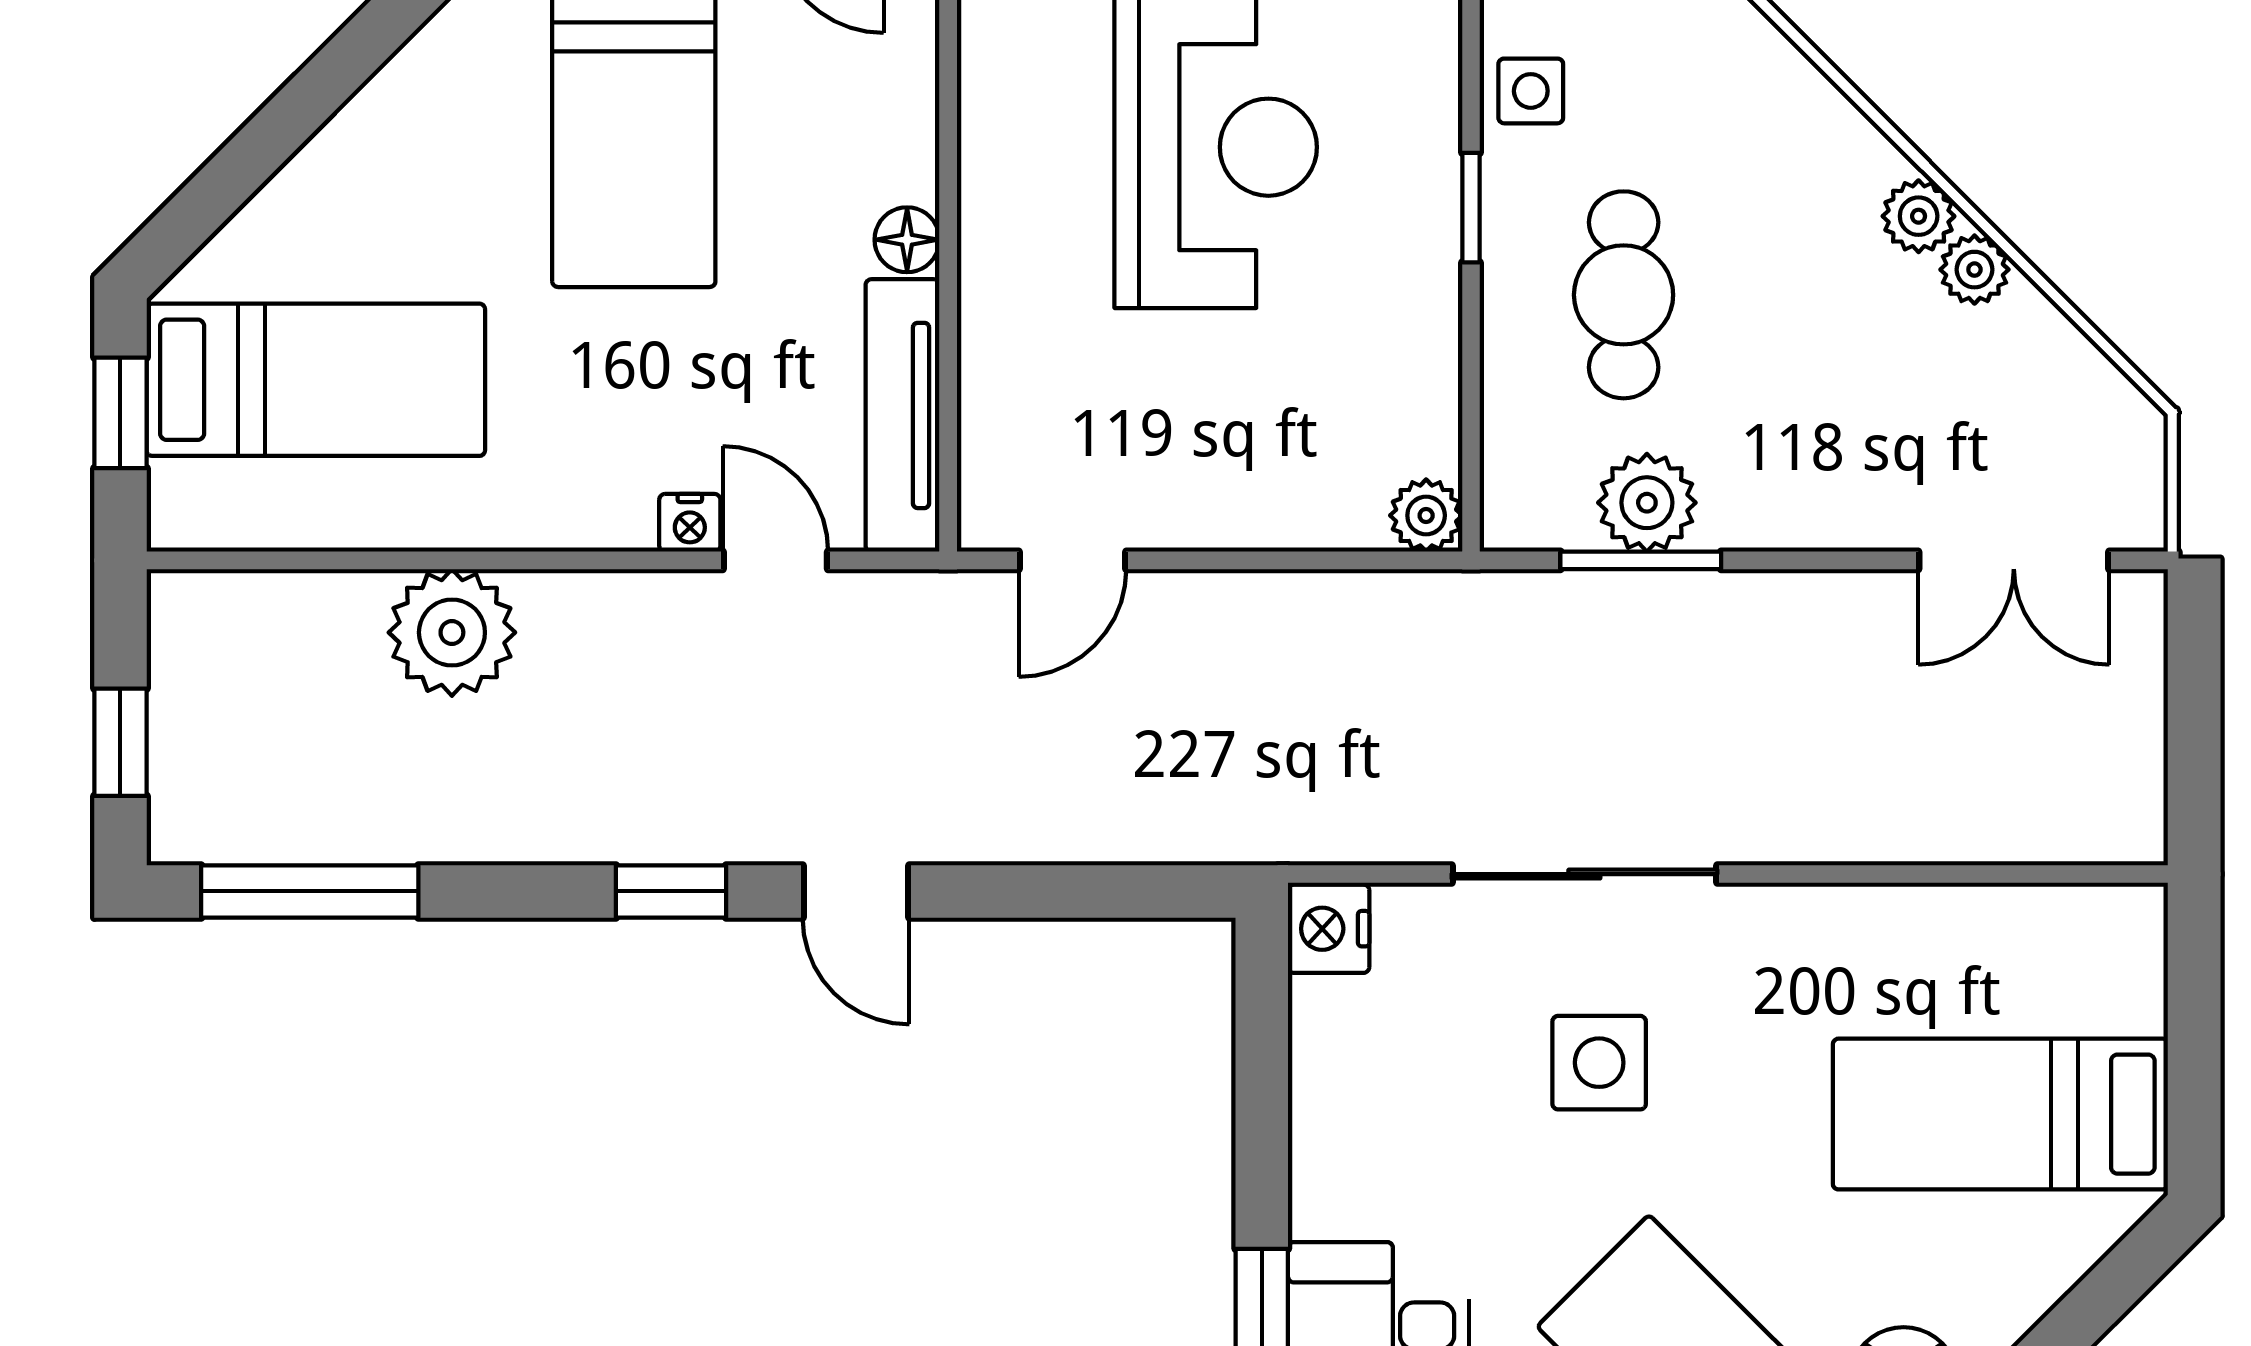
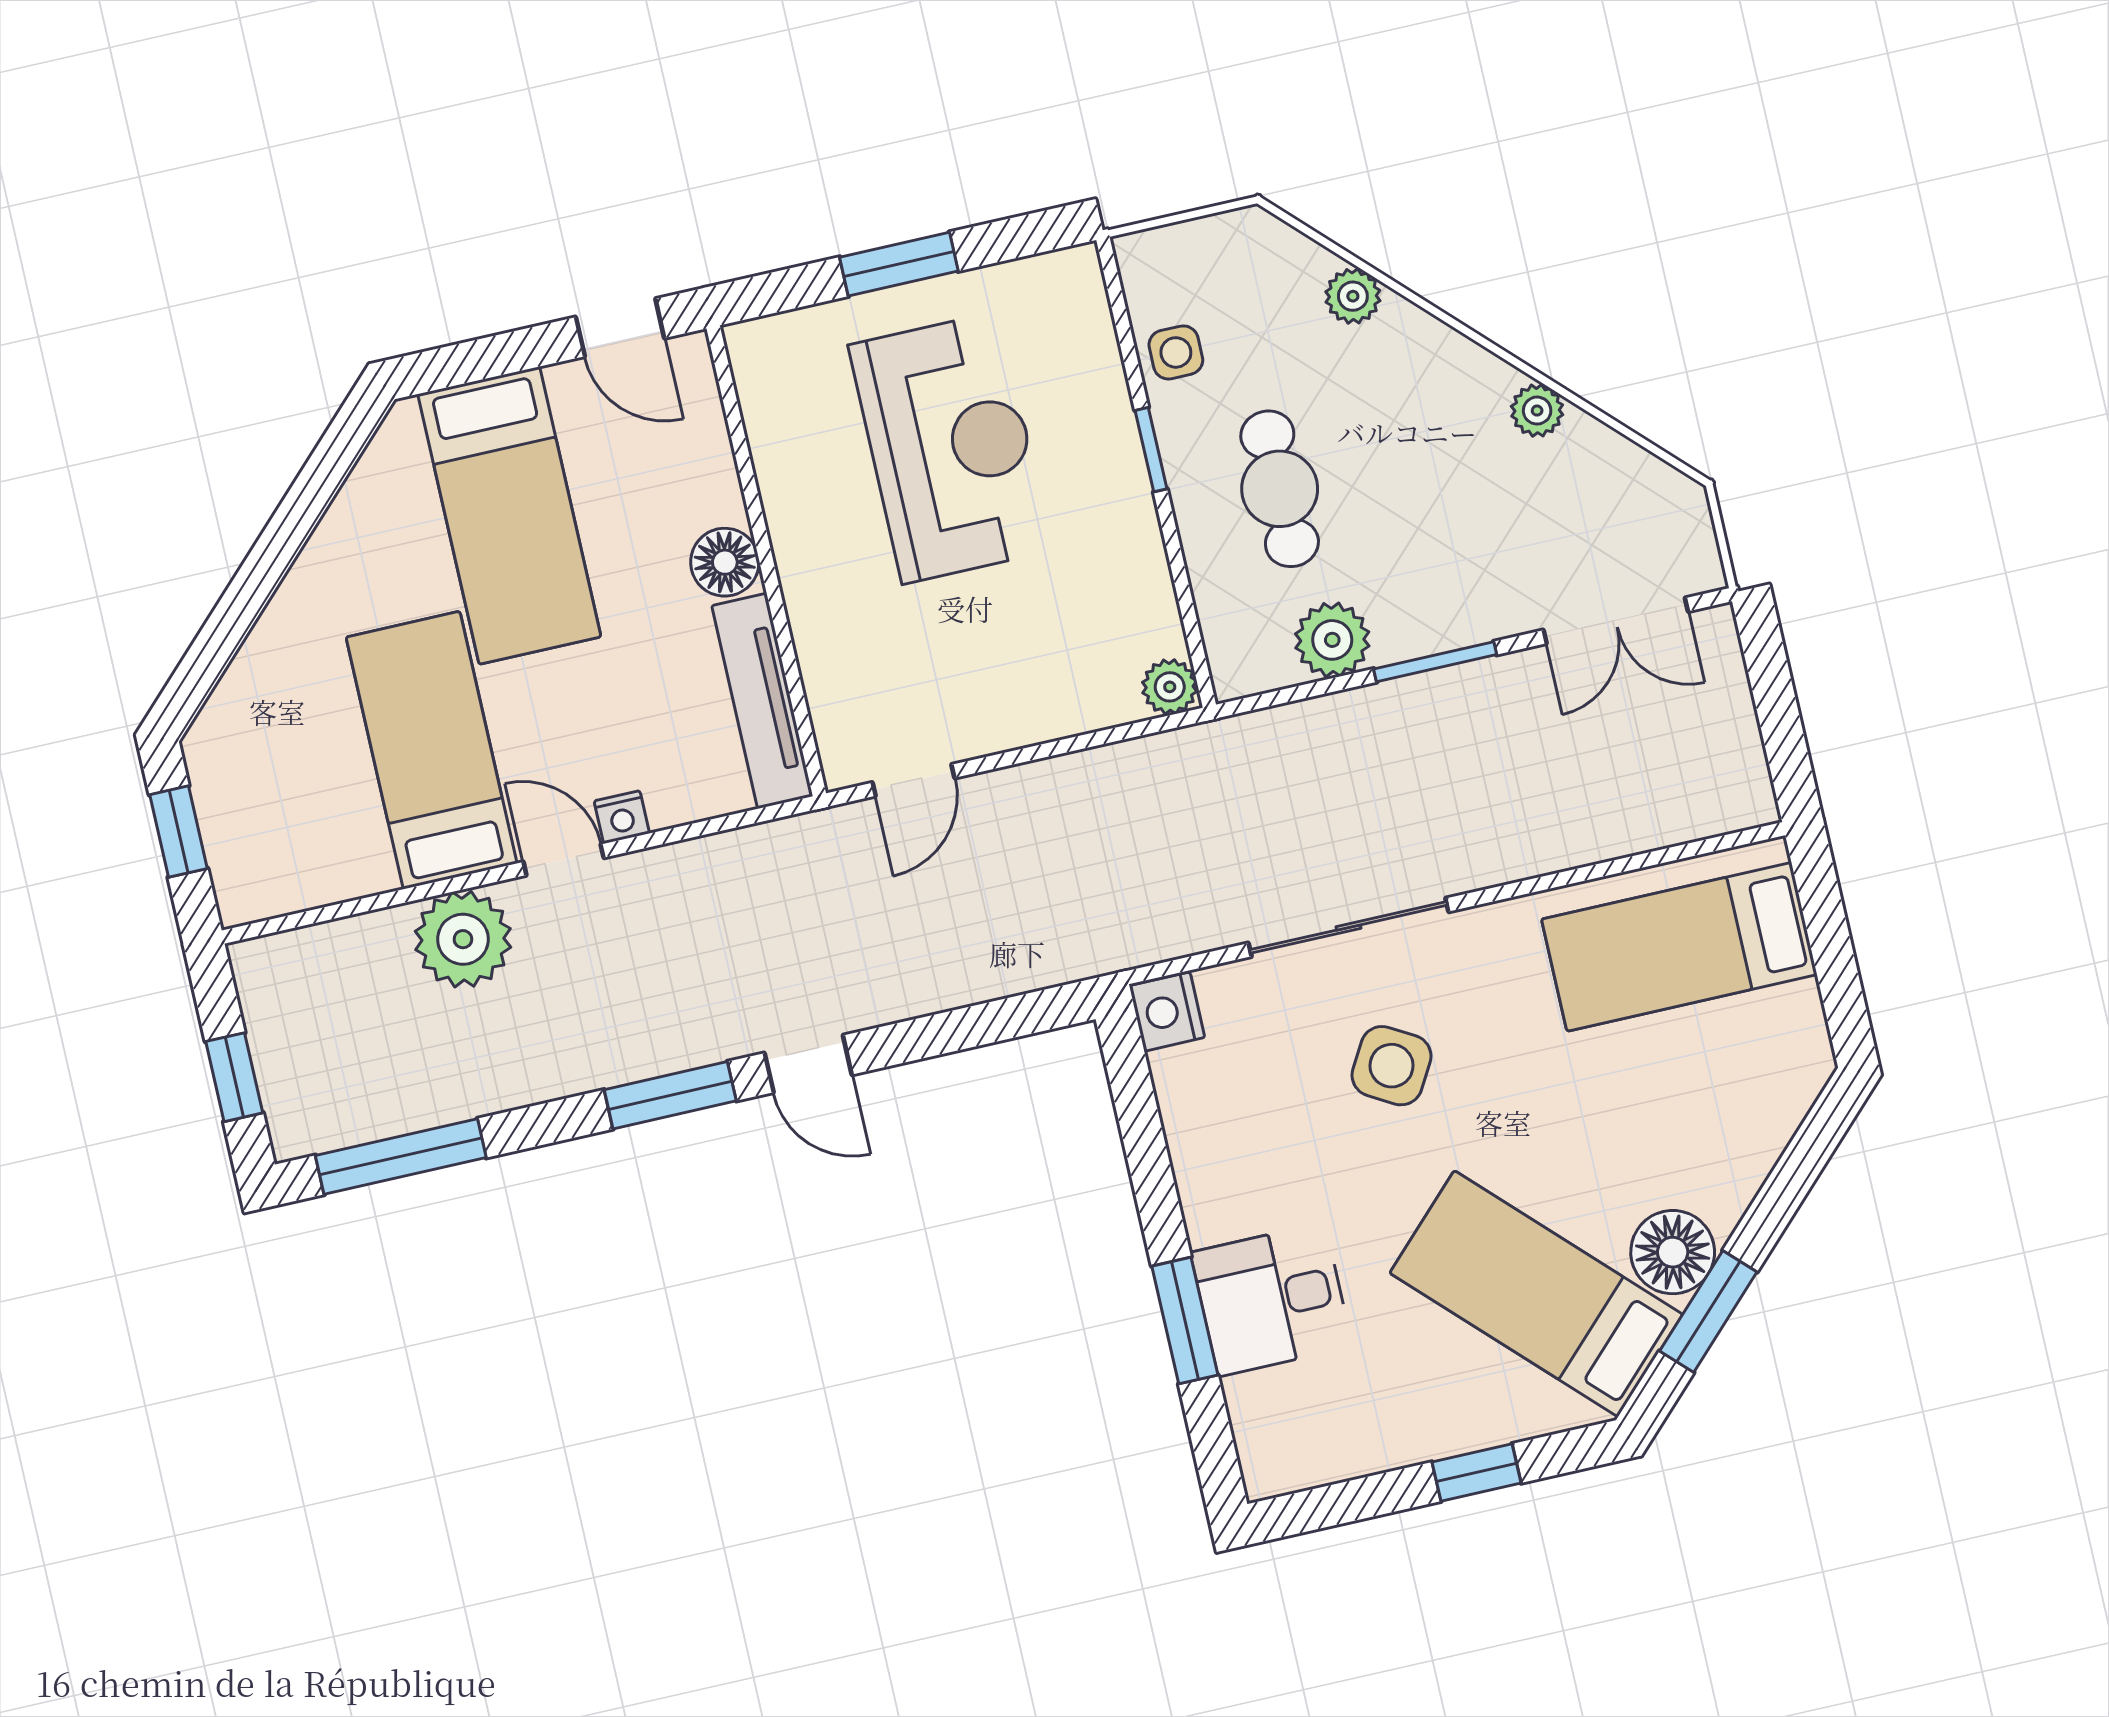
plant: (1919, 216) -> (1353, 296), moved
floor lamp: (907, 240) -> (725, 562), width x1.37, depth x1.37
bed: (316, 380) -> (432, 750), moved, turned -90
door: (775, 560) -> (564, 860), moved
window: (1641, 560) -> (1435, 662), moved
window: (671, 891) -> (670, 1095), width x1.50
side table: (1599, 1063) -> (1392, 1066), turned 30
bed: (2000, 1114) -> (1679, 947), moved

